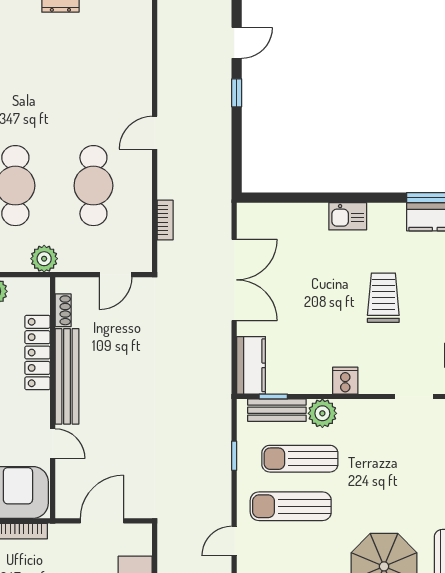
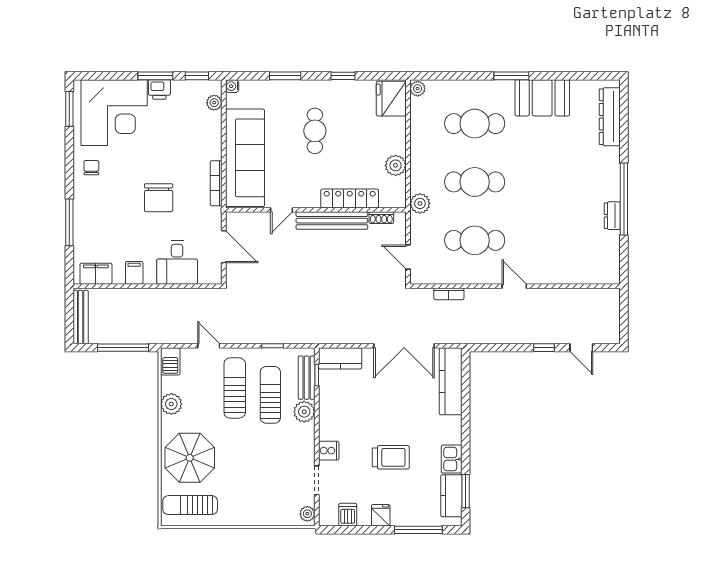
kitchen sink: (348, 216) -> (452, 459), moved
kitchen counter: (282, 218) -> (451, 381), added
cooker: (345, 381) -> (329, 451), moved

